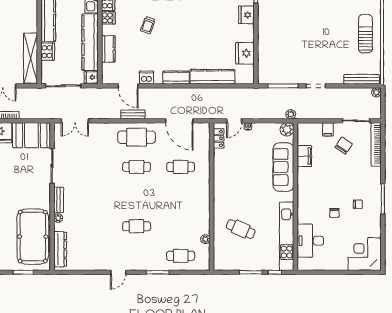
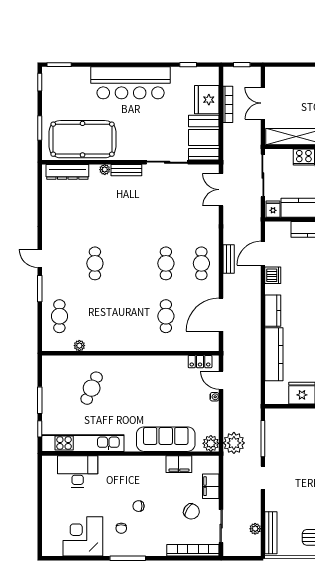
plant: (376, 92) -> (255, 529), moved
plant: (291, 114) -> (234, 443), width x1.87, depth x1.87
filing cabinet: (328, 129) -> (211, 486), width x2.00
cafe table: (137, 137) -> (201, 263), width x0.73, depth x0.74
chair: (334, 213) -> (139, 506), moved
corner desk: (365, 254) -> (83, 536), moved, turned -90
door: (118, 272) -> (40, 258), moved

